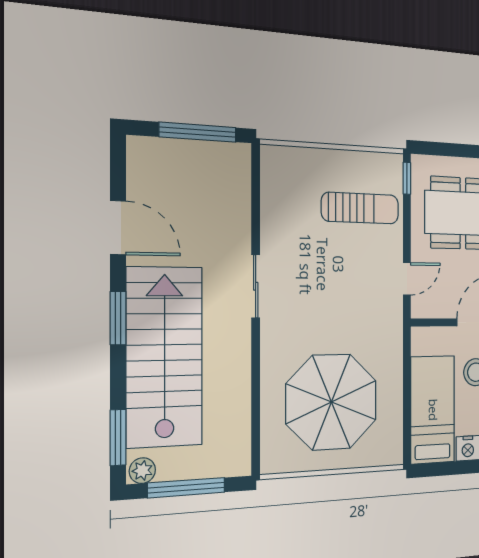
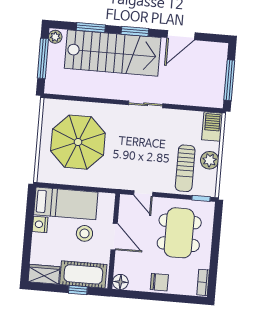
barbecue: (285, 162) -> (212, 126), added
plant: (343, 165) -> (210, 160), added
window: (118, 437) -> (91, 28), moved

